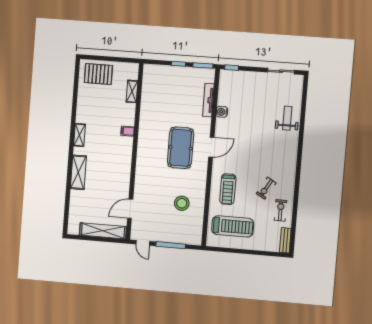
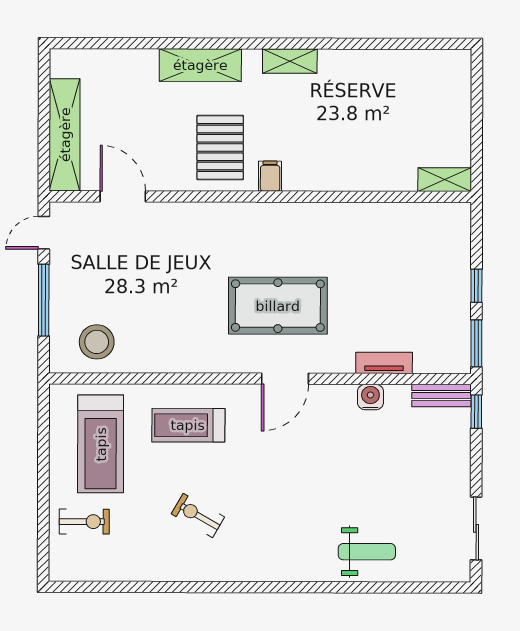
pallet: (98, 74) -> (220, 147), moved
shelving: (132, 91) -> (445, 180), moved
tv unit: (208, 100) -> (384, 363), width x0.71
filing cabinet: (128, 131) -> (270, 176), moved
door: (211, 147) -> (285, 379), hinge flipped
stool: (182, 203) -> (97, 342), moved
exercise bike: (280, 210) -> (84, 522), moved
bench: (285, 240) -> (441, 396), moved

